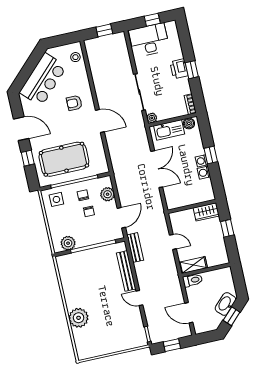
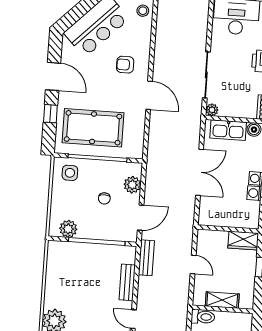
chair: (83, 195) -> (103, 177), removed
shelving: (193, 265) -> (222, 300), moved
bench: (126, 271) -> (127, 282), width x0.73

